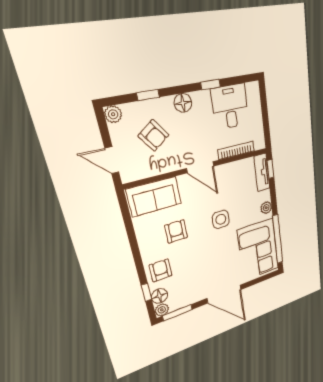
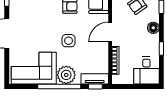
desk: (230, 107) -> (146, 70), moved, turned 90
plant: (266, 208) -> (66, 75), width x1.87, depth x1.87
window: (278, 239) -> (59, 86), moved

